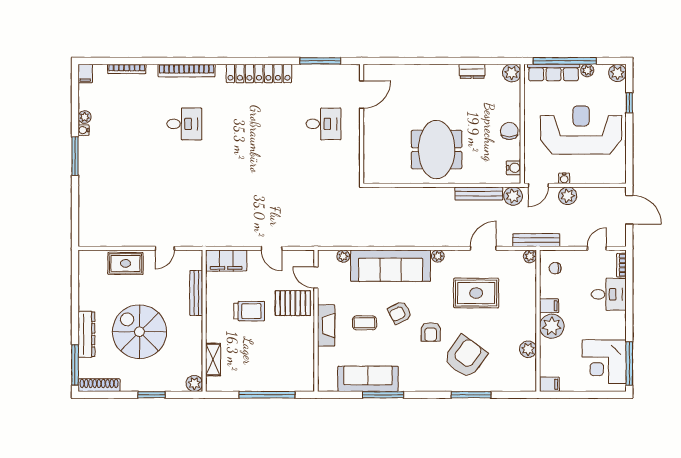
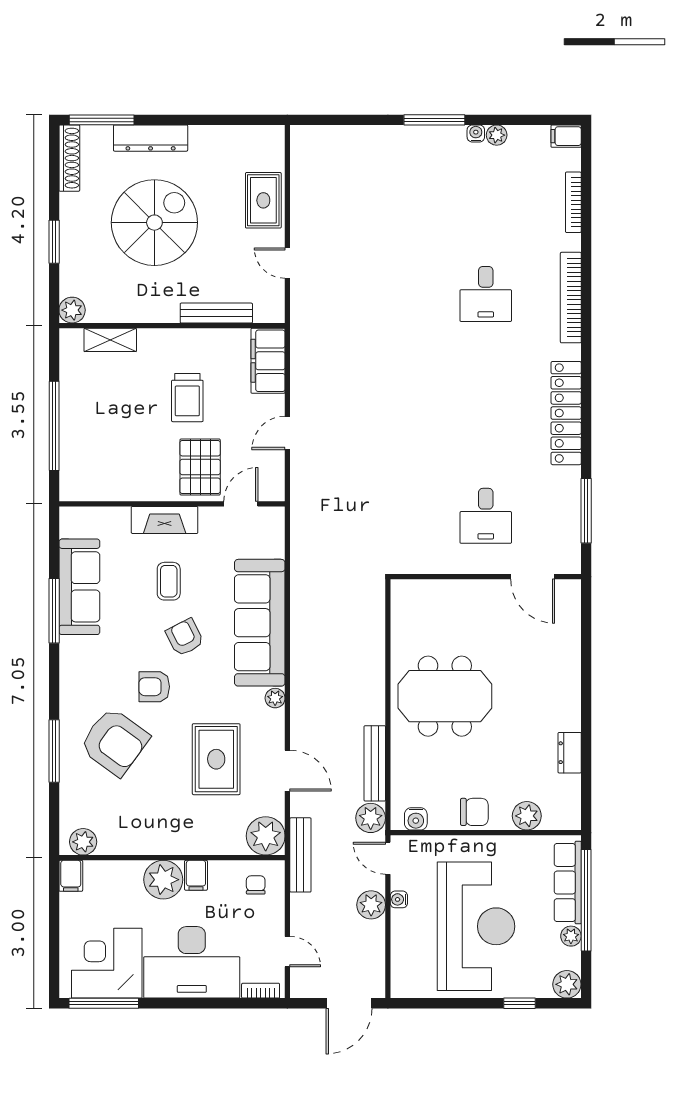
plant: (512, 73) -> (527, 816), moved
plant: (343, 256) -> (275, 547), removed
plant: (530, 256) -> (266, 836), width x1.88, depth x1.88
desk: (609, 294) -> (192, 962), width x1.87, depth x1.30
plant: (528, 349) -> (83, 842), moved

